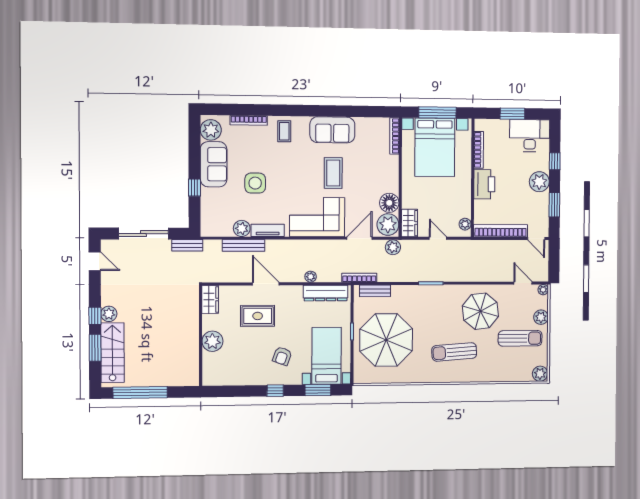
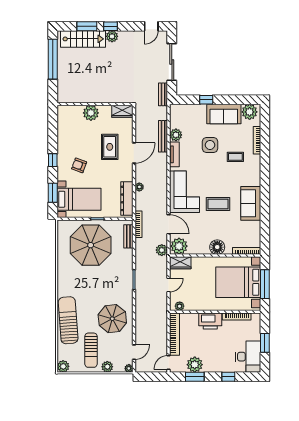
coffee table: (284, 131) -> (235, 157), moved
plant: (539, 182) -> (195, 365), moved
floor lamp: (389, 203) -> (217, 247), moved
sun lounger: (454, 352) -> (68, 320), moved, width x1.36, depth x1.34

